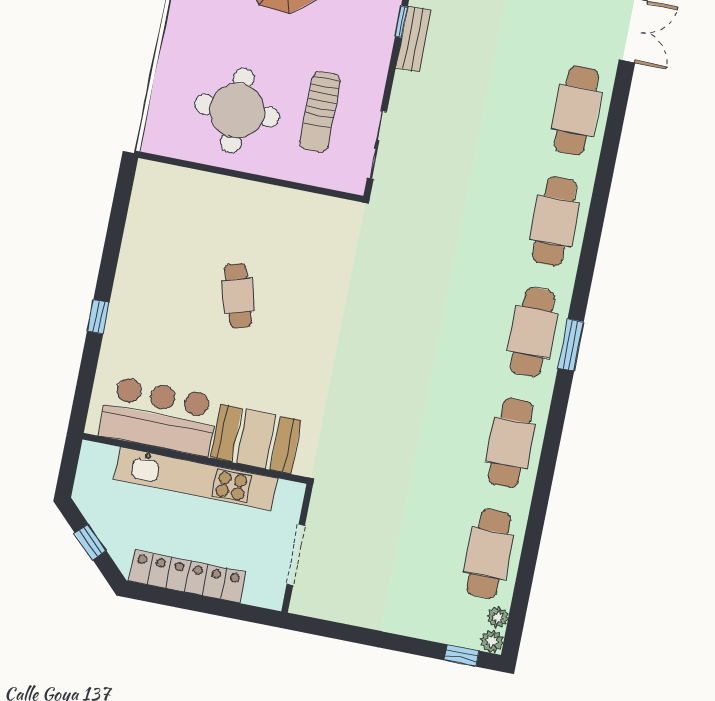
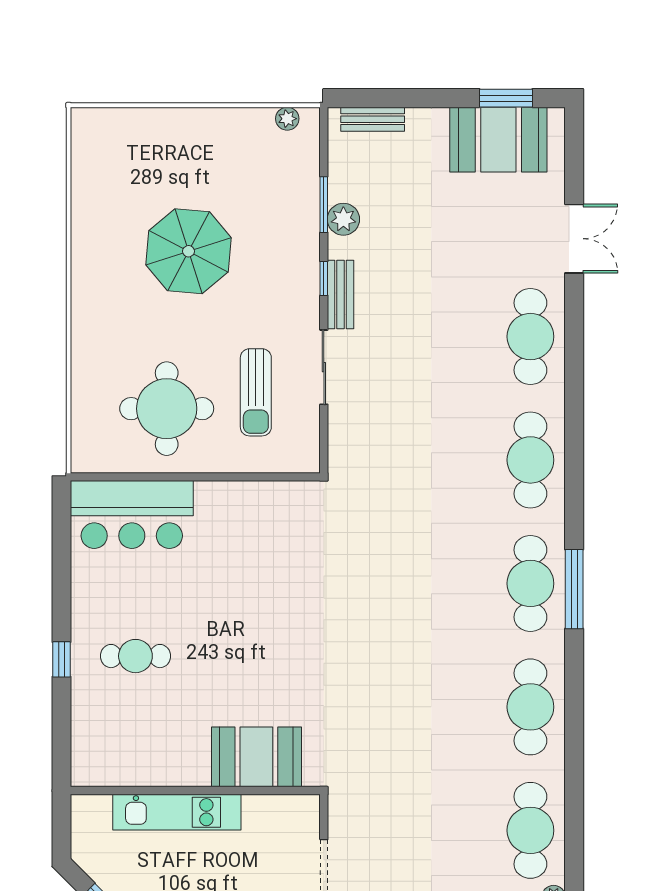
sliding door: (377, 145) -> (324, 367), moved
cafe table: (238, 296) -> (135, 656), moved, turned -73
window: (571, 345) -> (574, 589), width x1.44
bar counter: (159, 416) -> (132, 515), moved, turned 180
kitchen unit: (196, 479) -> (177, 812), width x0.73

